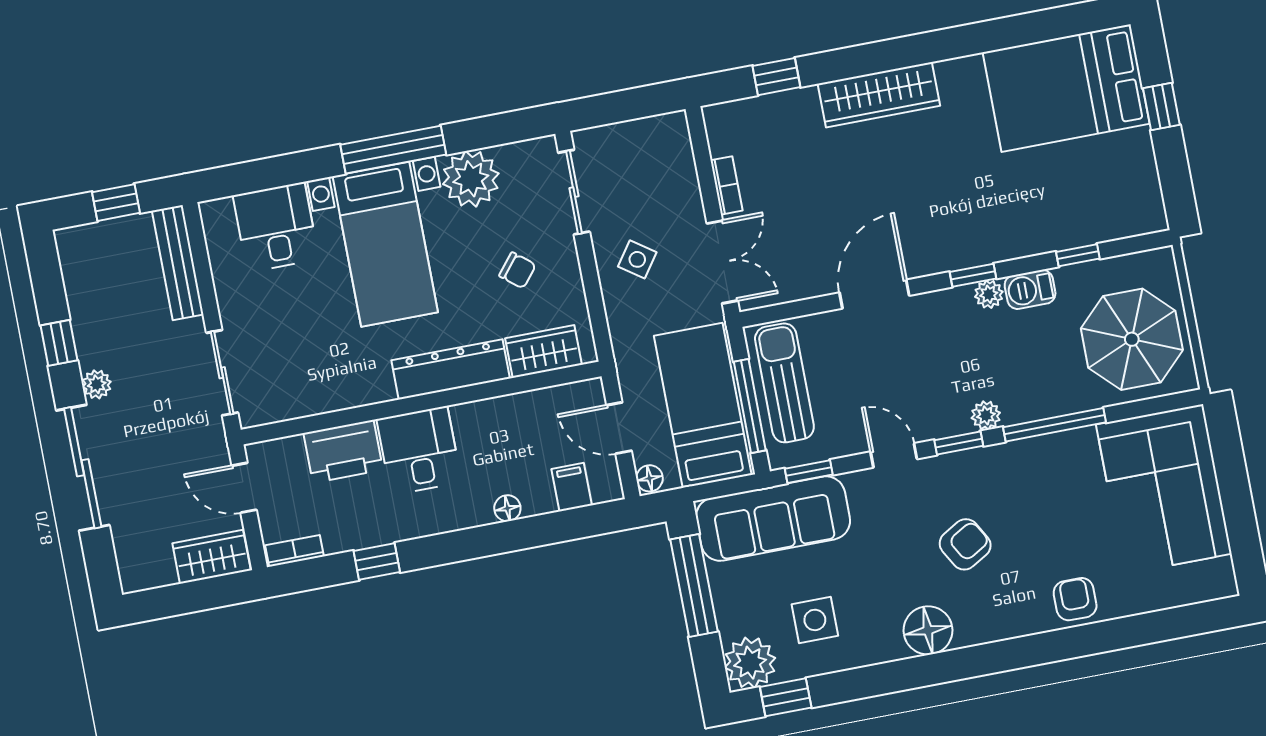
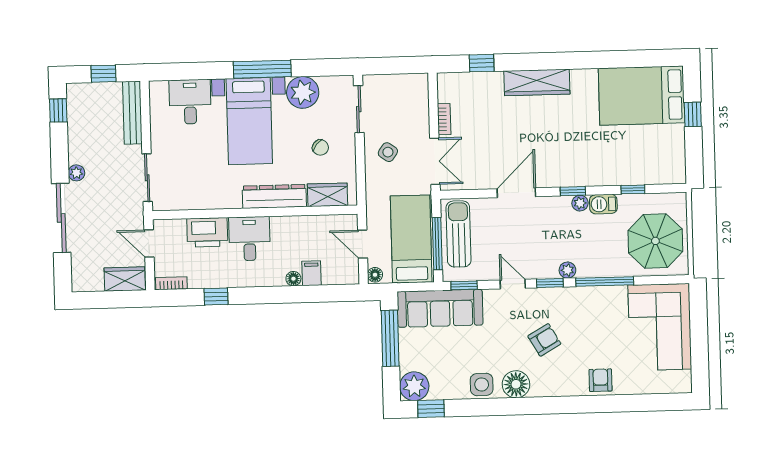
window: (59, 343) -> (58, 110), moved
filing cabinet: (572, 487) -> (311, 273), moved
side table: (815, 620) -> (482, 384), moved

